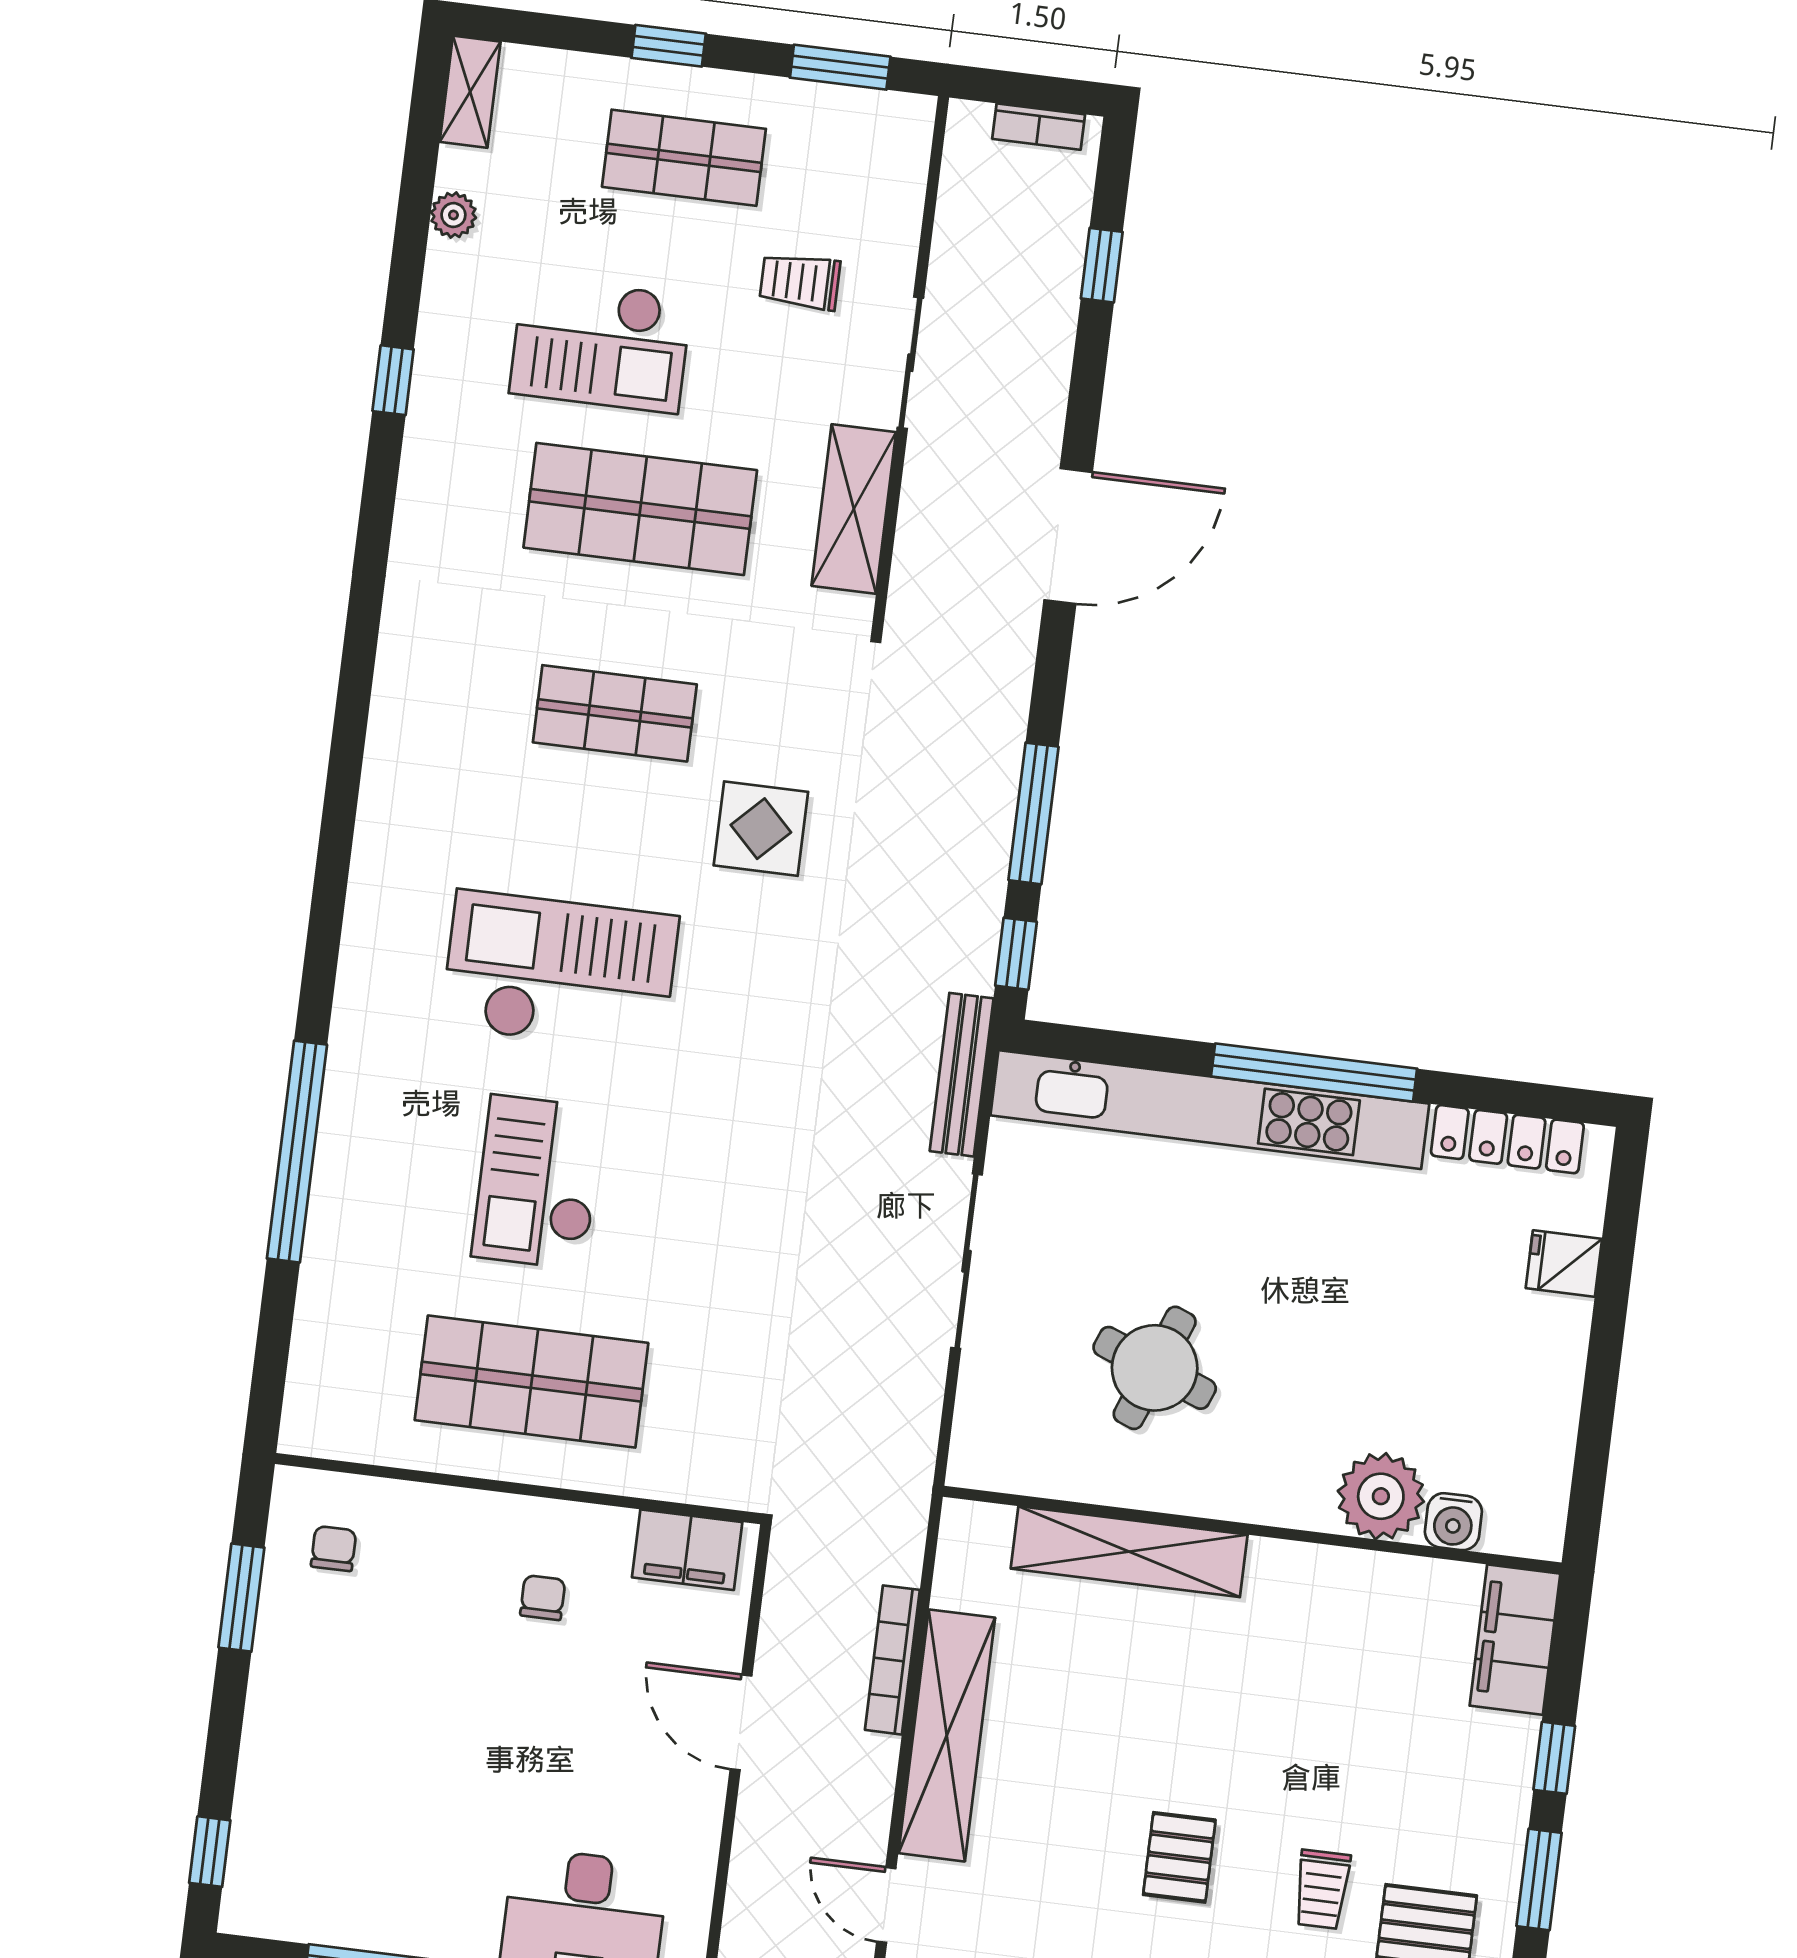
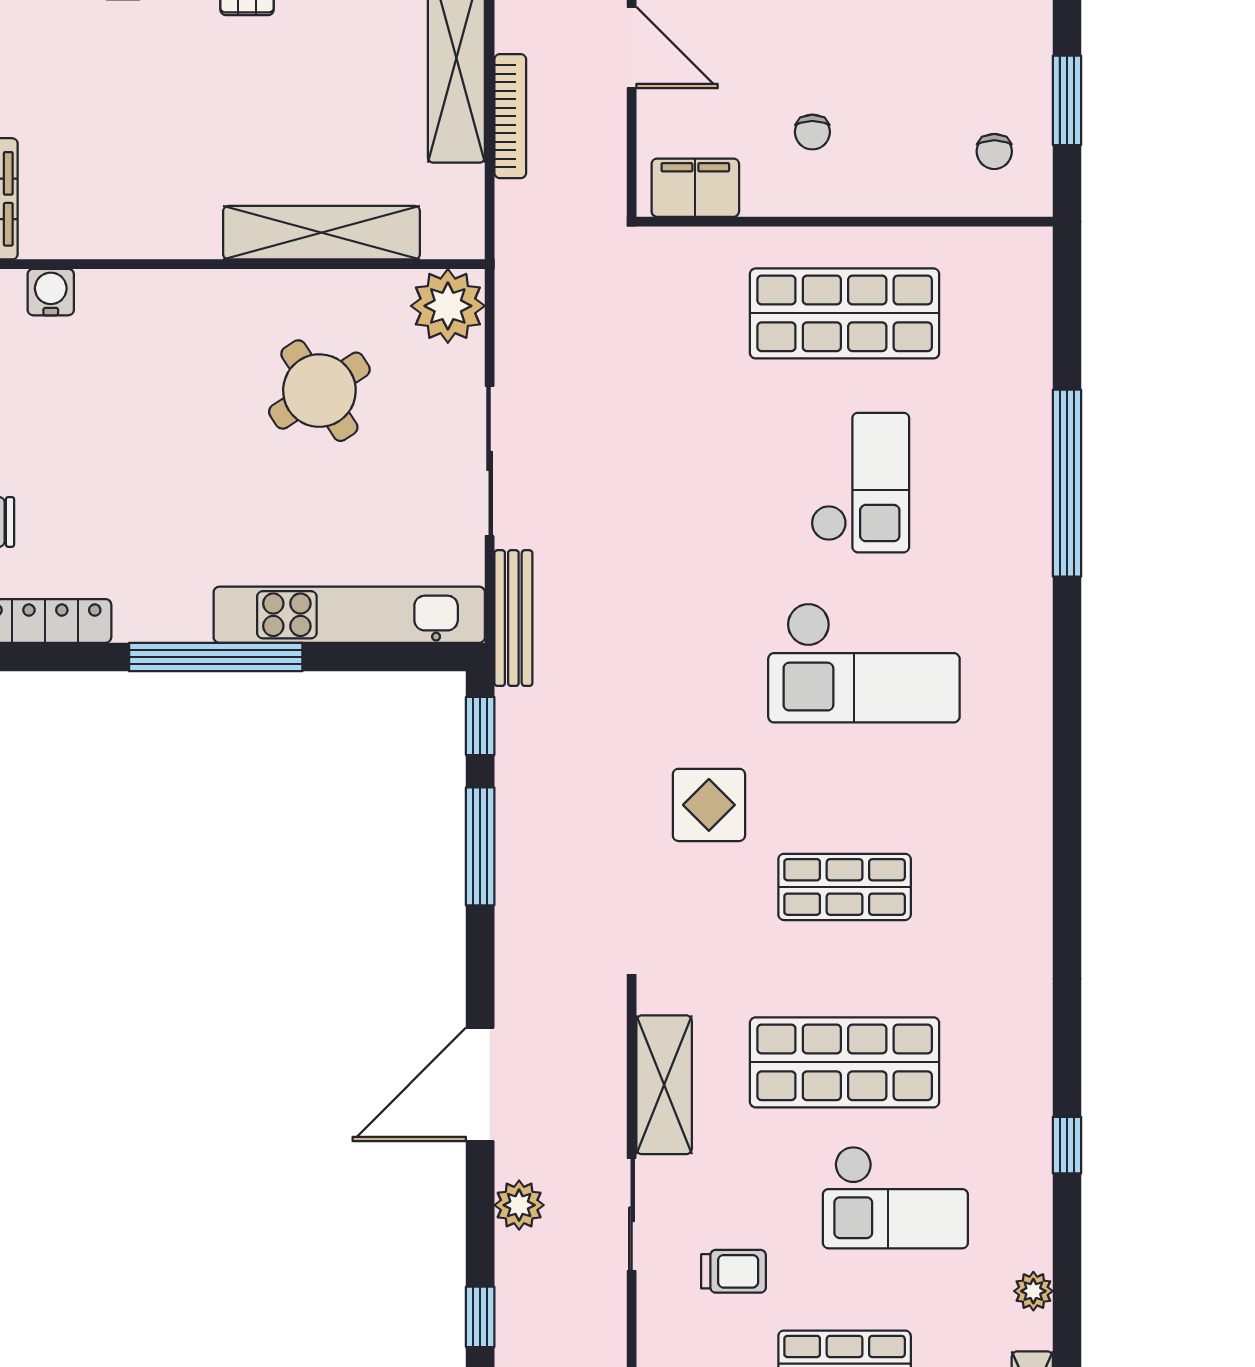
checkout: (601, 344) -> (895, 1197), turned 180
plant: (1040, 390) -> (519, 1205), added
kitchen unit: (1210, 1110) -> (349, 615), width x0.73
round table: (1155, 1368) -> (319, 391), turned 36
plant: (1381, 1496) -> (448, 306), moved

